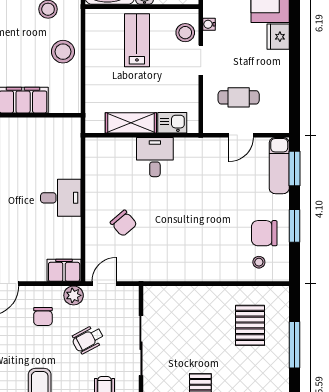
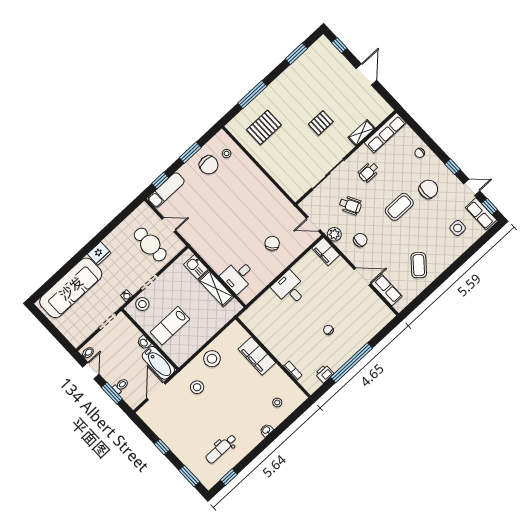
cafe table: (239, 97) -> (150, 245), width x1.37, depth x1.35
desk: (155, 157) -> (238, 276), moved
window: (295, 169) -> (160, 181), width x0.67

